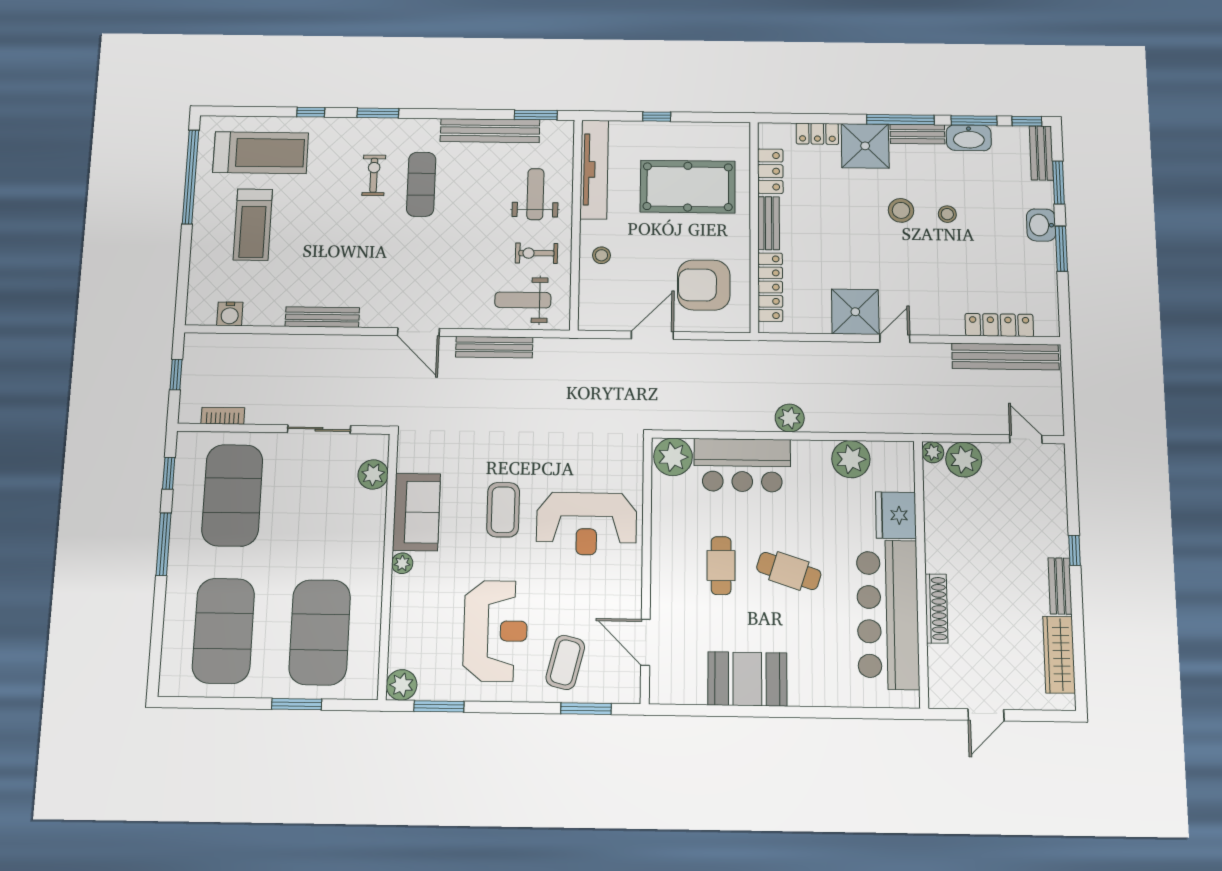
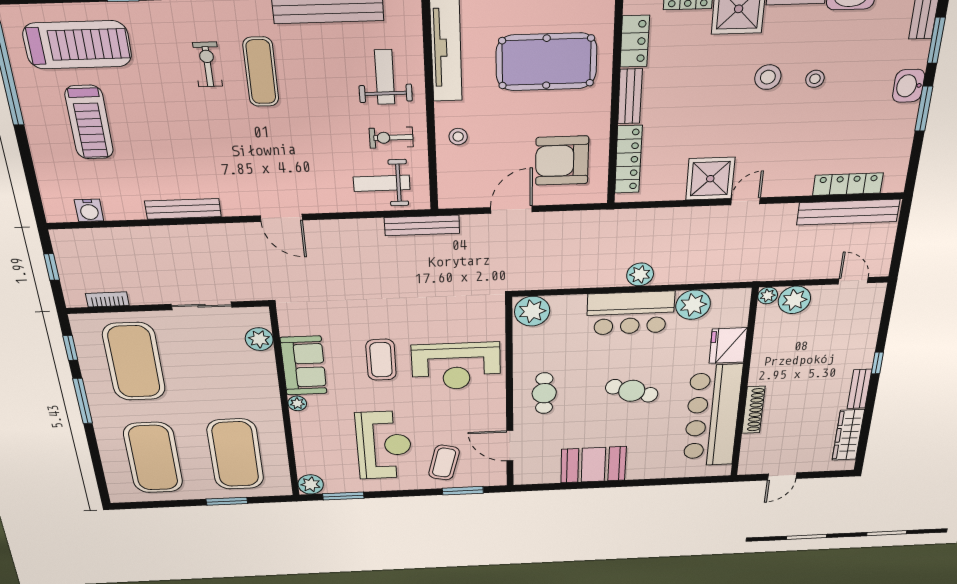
bench: (494, 347) -> (422, 225), moved
bar counter: (742, 465) -> (630, 313), moved
cafe table: (721, 566) -> (544, 393), moved

